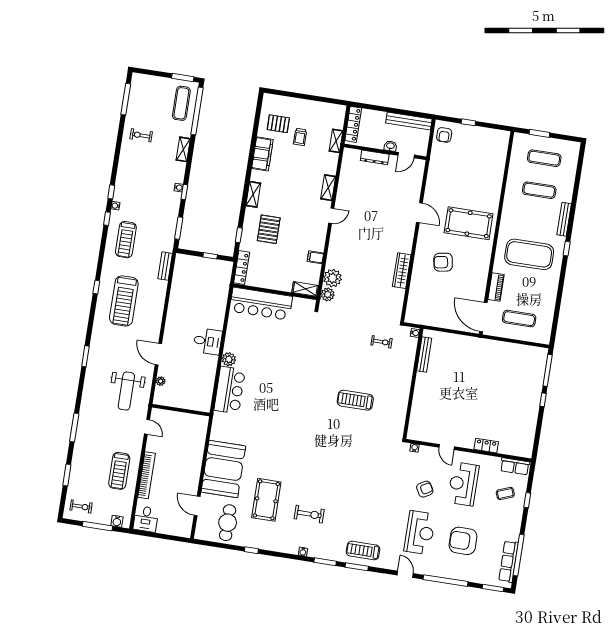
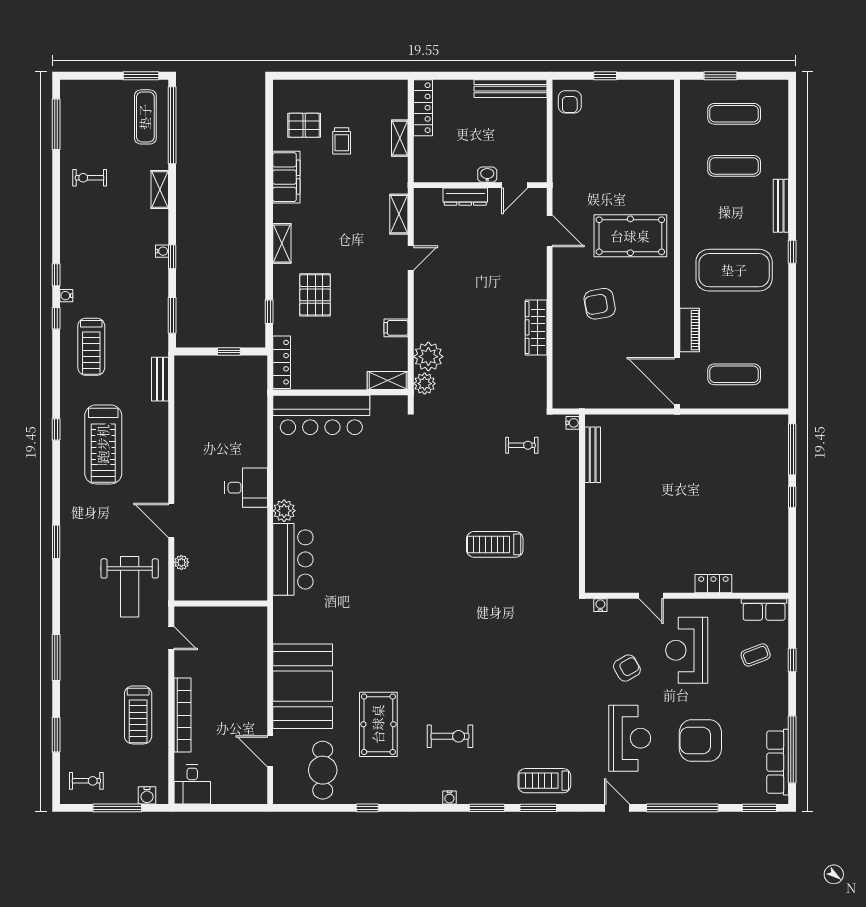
washbasin: (390, 146) -> (487, 175), moved
wall: (385, 152) -> (480, 185), moved
door: (406, 155) -> (515, 185), moved
dresser: (375, 157) -> (465, 197), moved

